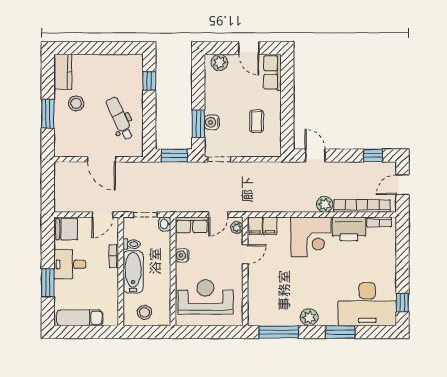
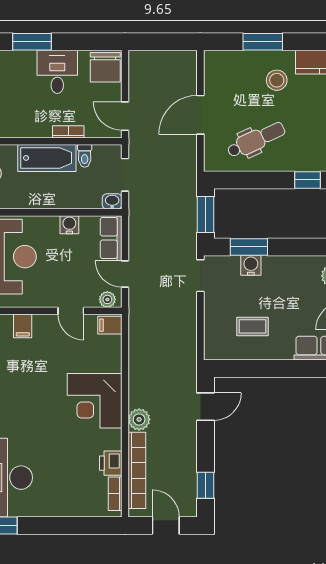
filing cabinet: (270, 226) -> (23, 326), moved, turned -90
printer: (349, 229) -> (111, 463), width x0.53, depth x0.68

